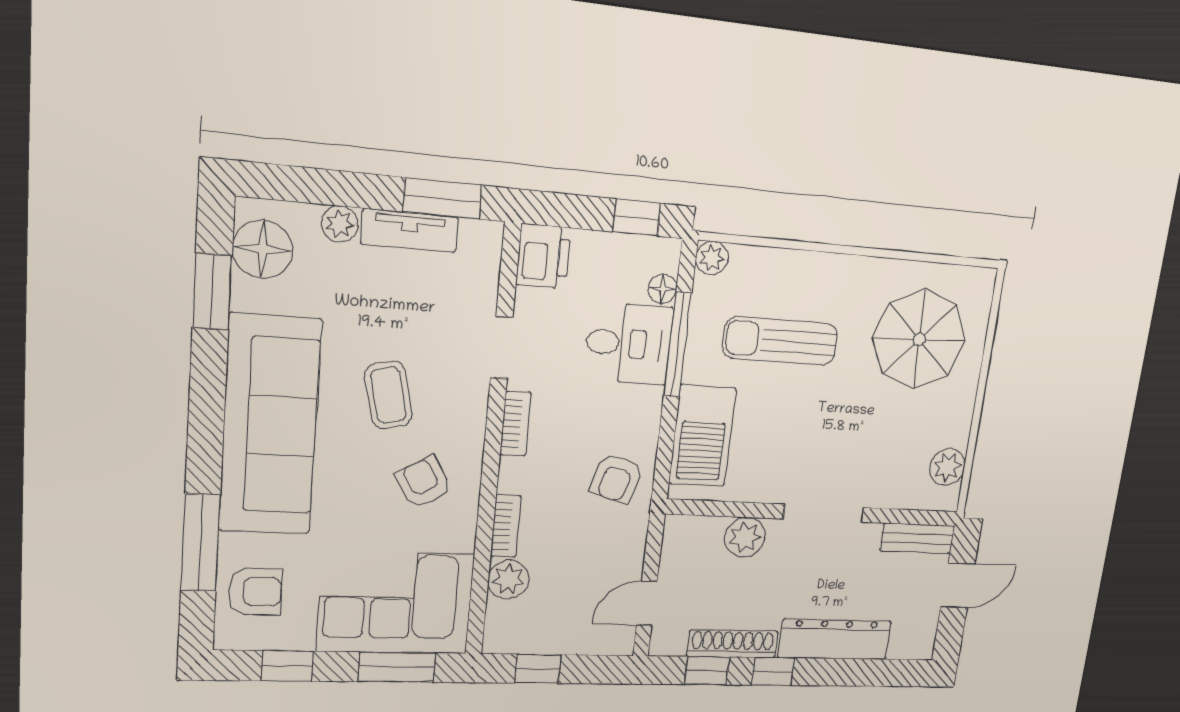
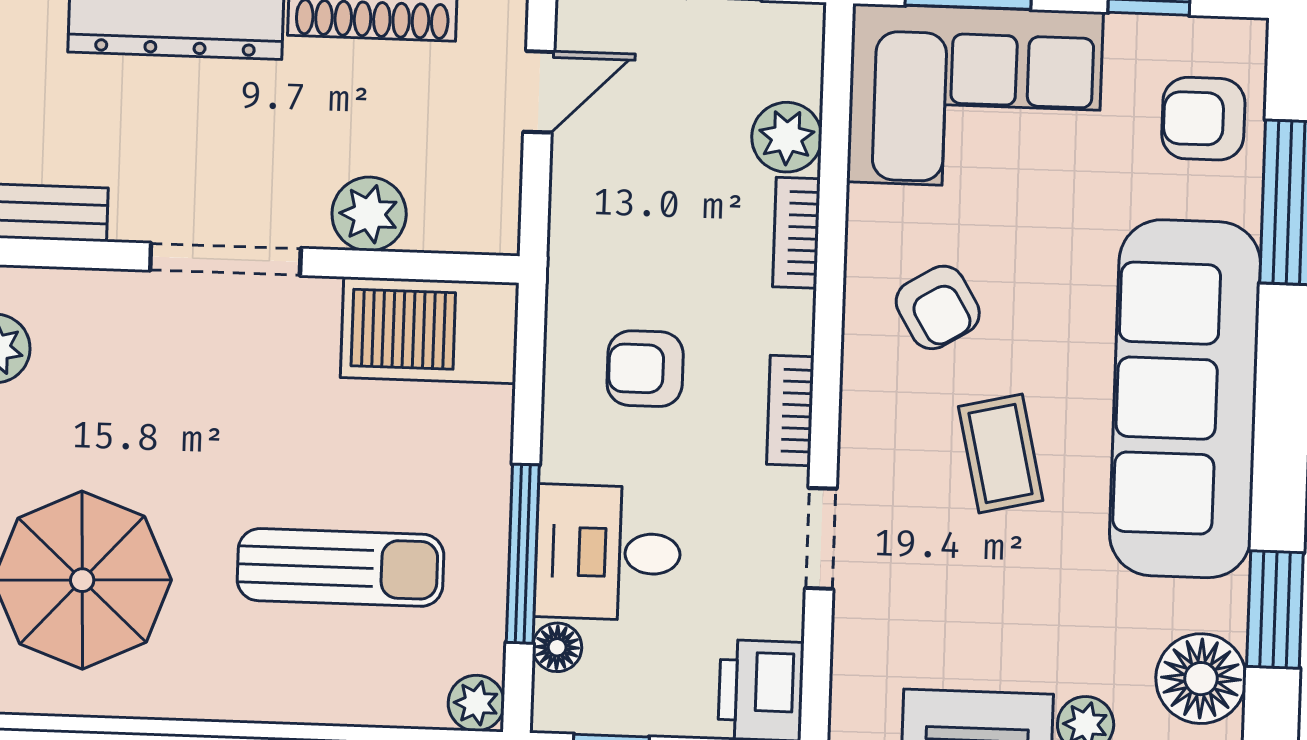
barbecue: (702, 436) -> (430, 330), moved, turned -90
armchair: (616, 478) -> (645, 369), moved, turned -106

